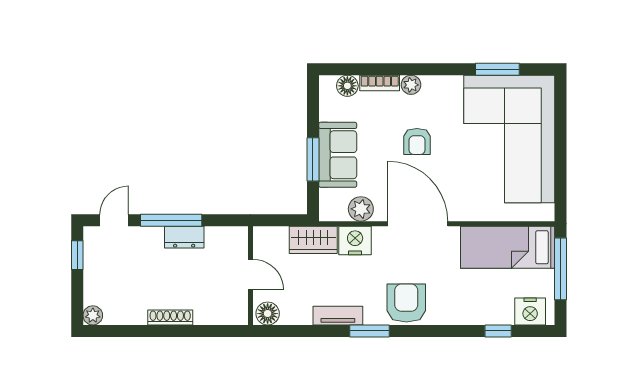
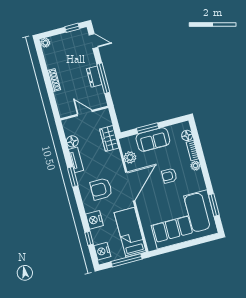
window: (171, 220) -> (103, 78), moved
nightstand: (355, 240) -> (94, 220), moved, turned 180
door: (250, 275) -> (85, 113), swing flipped
armchair: (406, 303) -> (101, 189), moved, turned 180
floor lamp: (268, 314) -> (72, 141), moved

